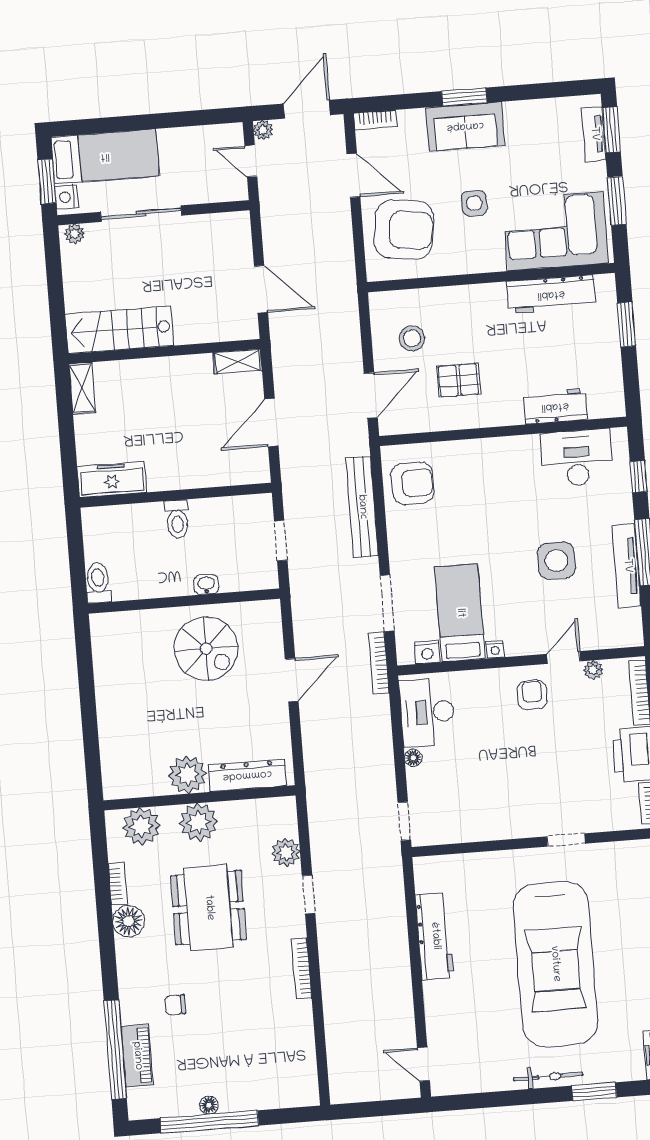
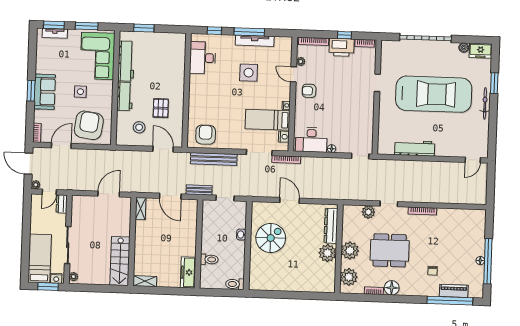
dresser: (228, 191) -> (62, 204), added
workbench: (555, 406) -> (125, 96), moved, turned 180
bench: (292, 483) -> (199, 190), added
toilet: (177, 519) -> (209, 259), moved

